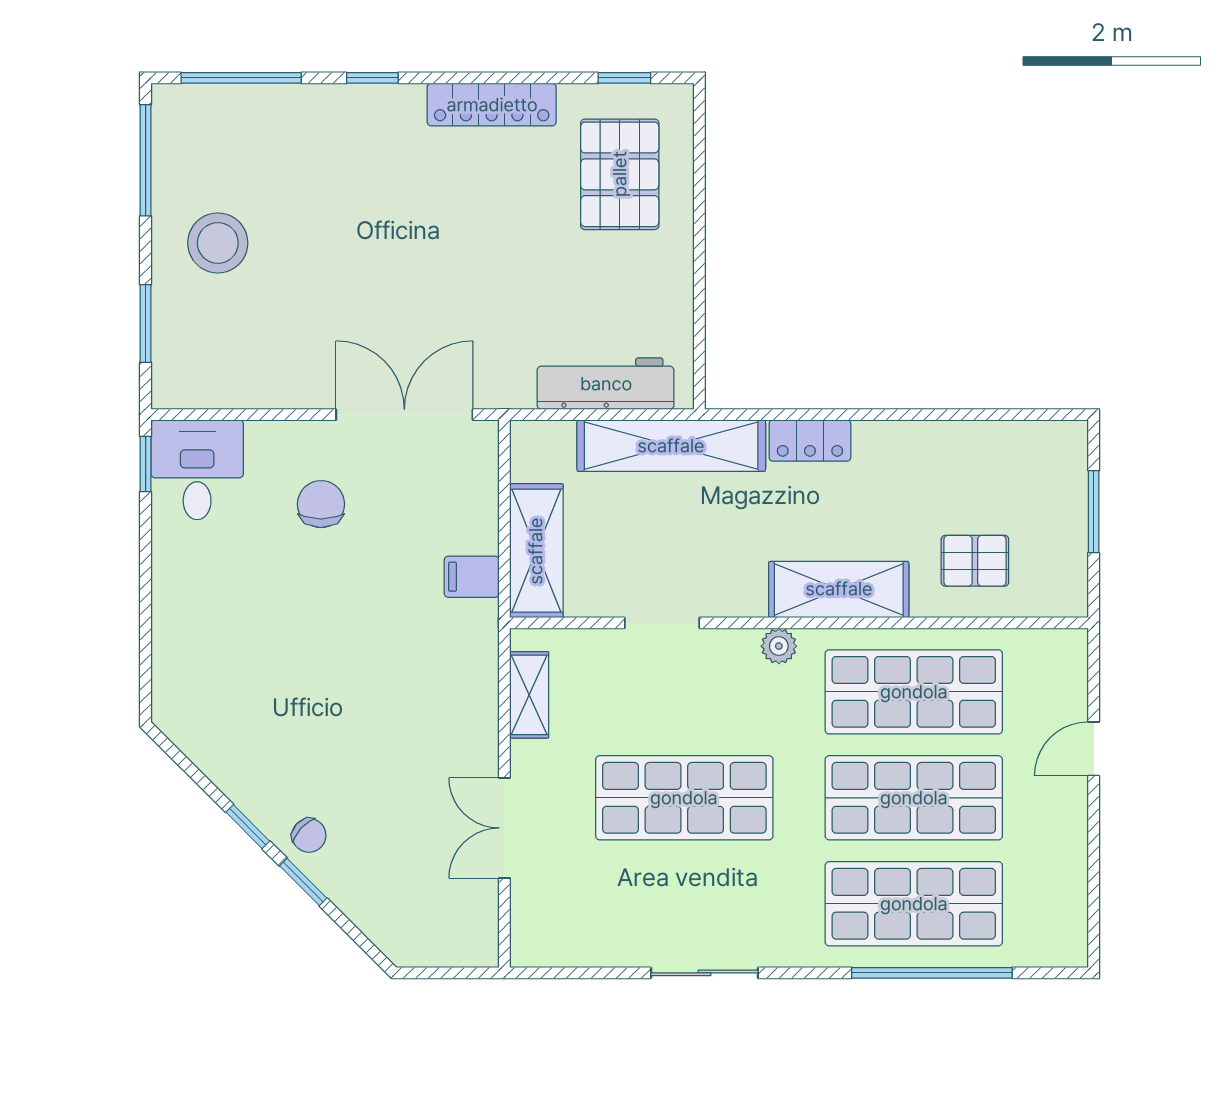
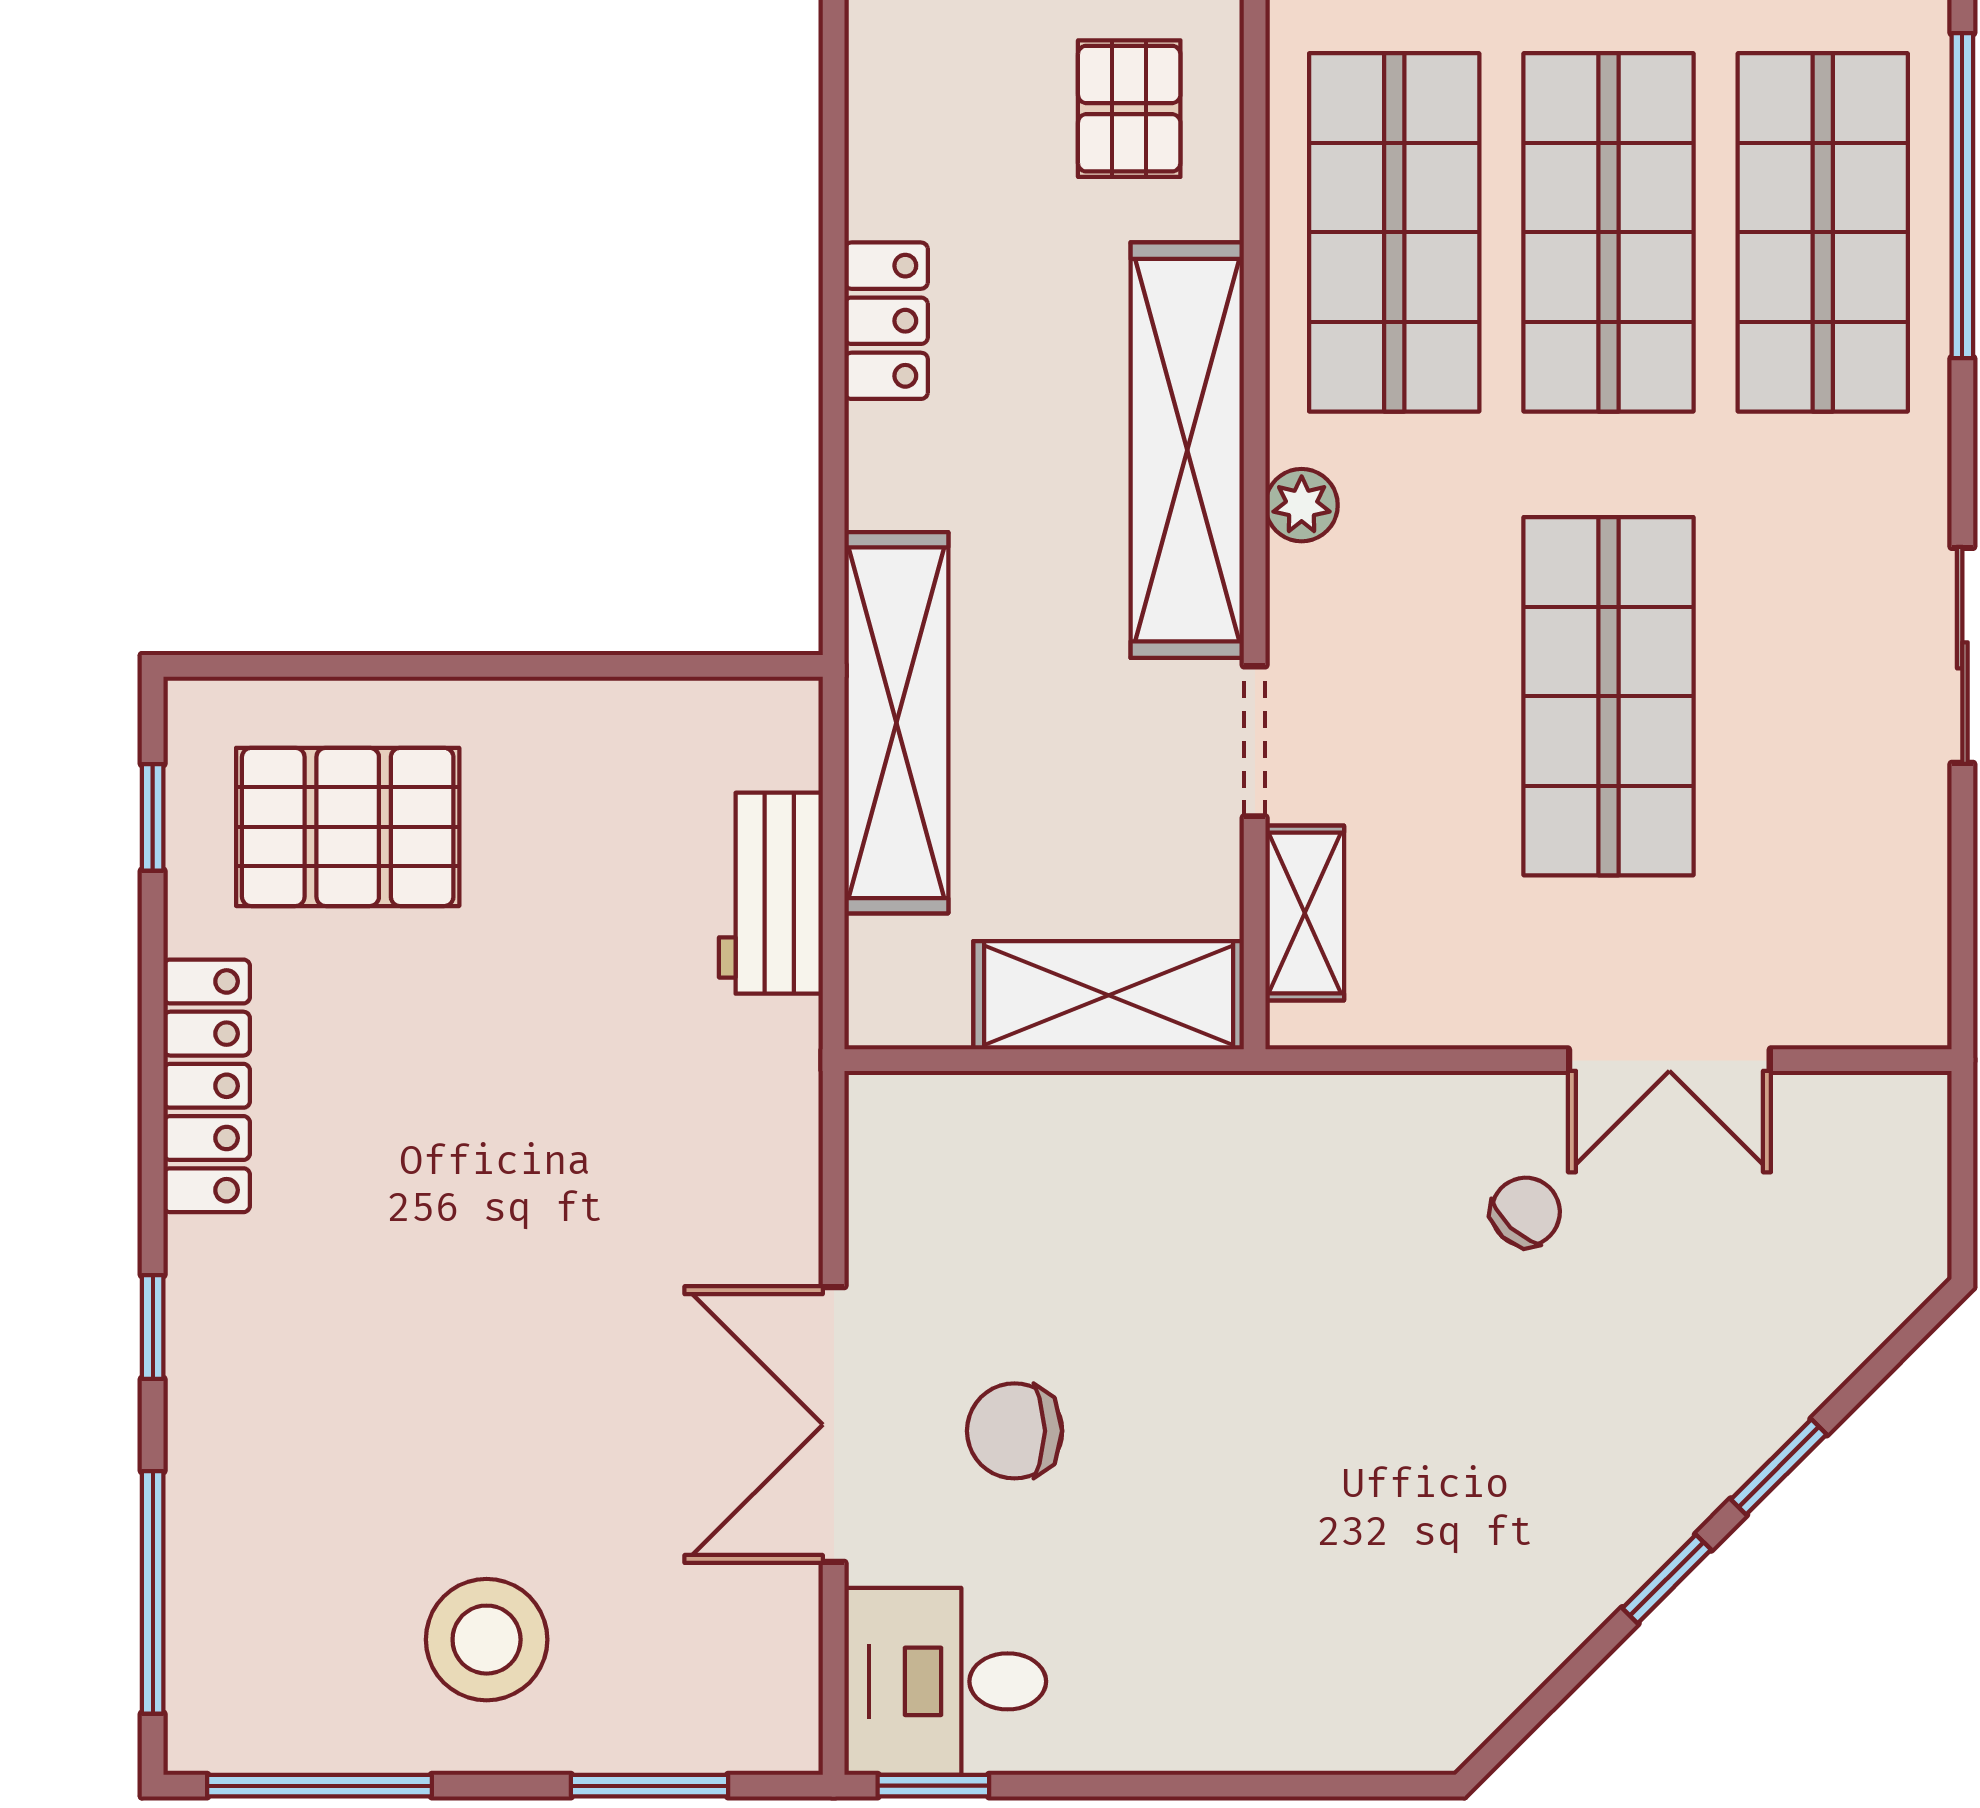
workbench: (606, 384) -> (771, 893), width x0.73
double door: (404, 415) -> (834, 1425), moved
locker: (810, 441) -> (886, 321), moved
filing cabinet: (472, 577) -> (1161, 1126), removed
shelving: (839, 589) -> (1187, 450), width x1.47
shelving: (529, 695) -> (1305, 913), moved, turned 90
chair: (309, 835) -> (1526, 1212), moved

